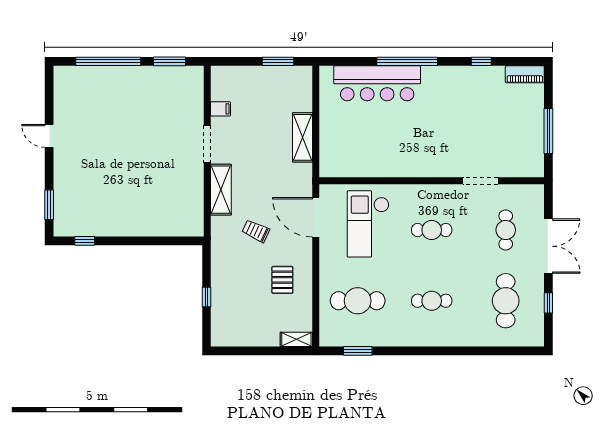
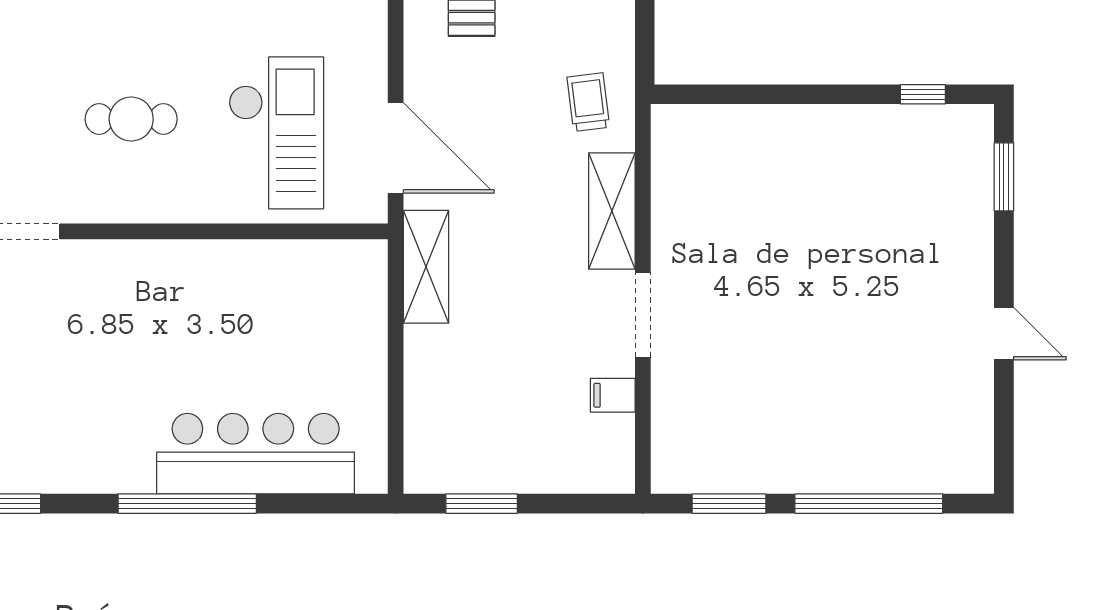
shelving: (302, 137) -> (426, 267), moved
trolley: (256, 231) -> (588, 102), moved, turned -122

